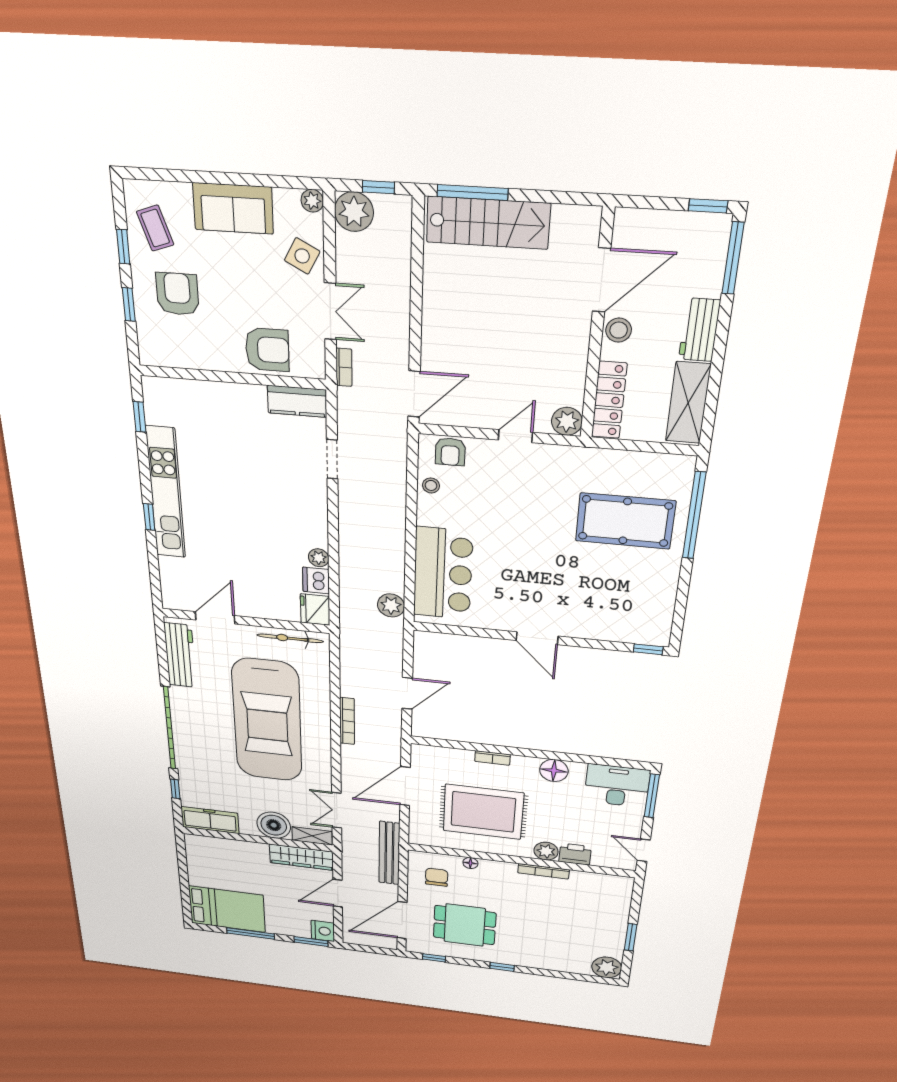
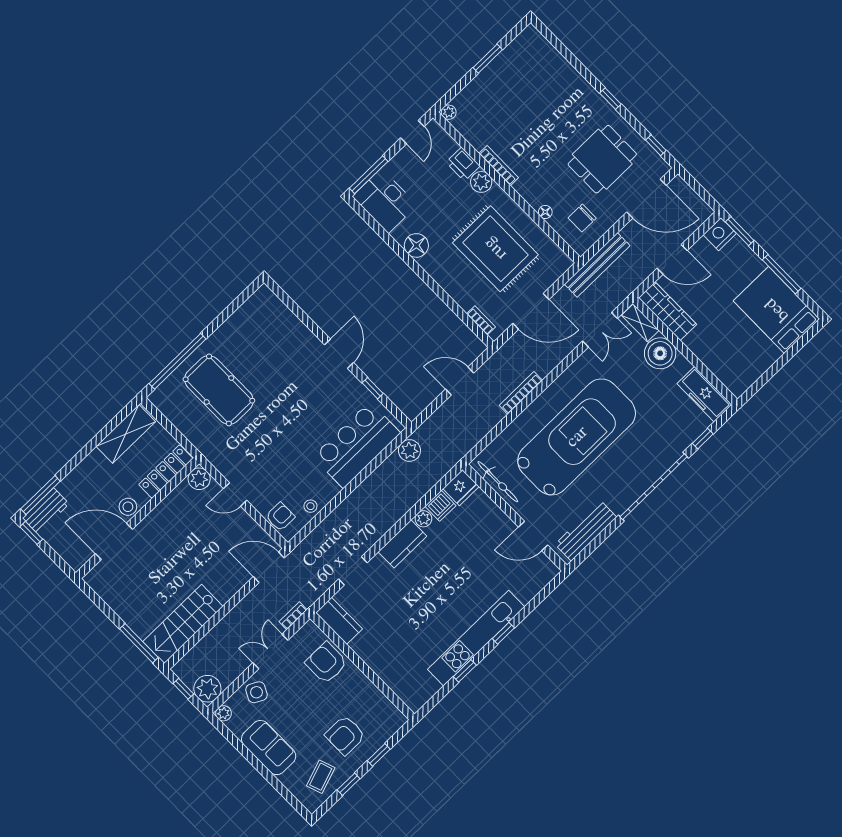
stairs: (488, 223) -> (183, 624), moved, turned -90
workbench: (699, 330) -> (46, 511), moved
window: (140, 417) -> (465, 671), moved
kitchen counter: (314, 521) -> (402, 544), added
window: (648, 649) -> (373, 388), moved
bookcase: (492, 758) -> (481, 320), moved
dining table: (465, 925) -> (602, 159), turned 90
plant: (607, 967) -> (449, 112), moved, width x0.53, depth x0.53

